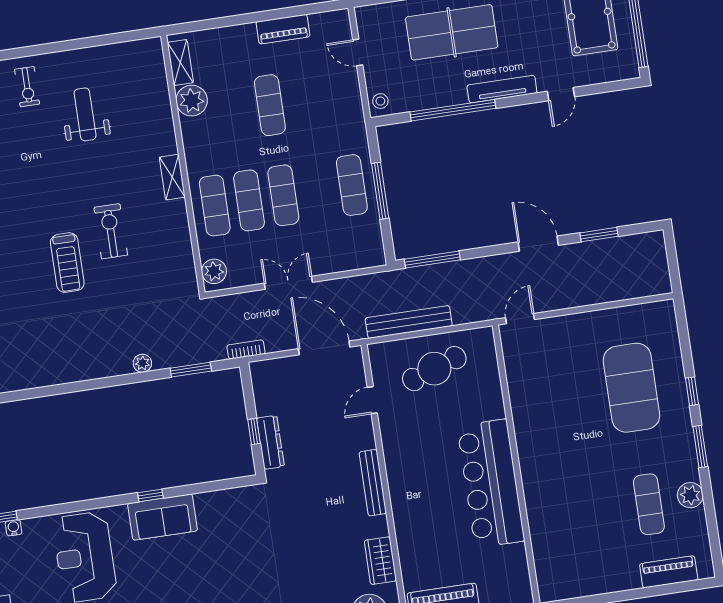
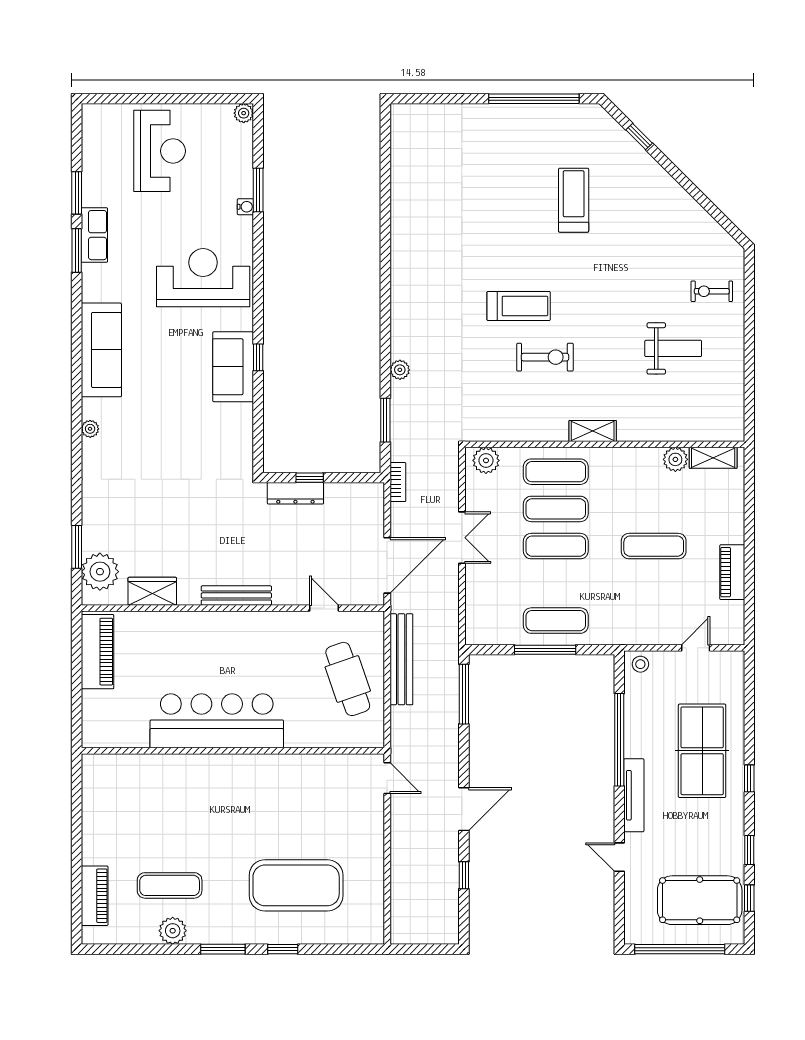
plant: (192, 101) -> (675, 459), width x0.73, depth x0.73
window: (599, 235) -> (464, 875), width x0.67
treadmill: (67, 263) -> (519, 306), turned 180

